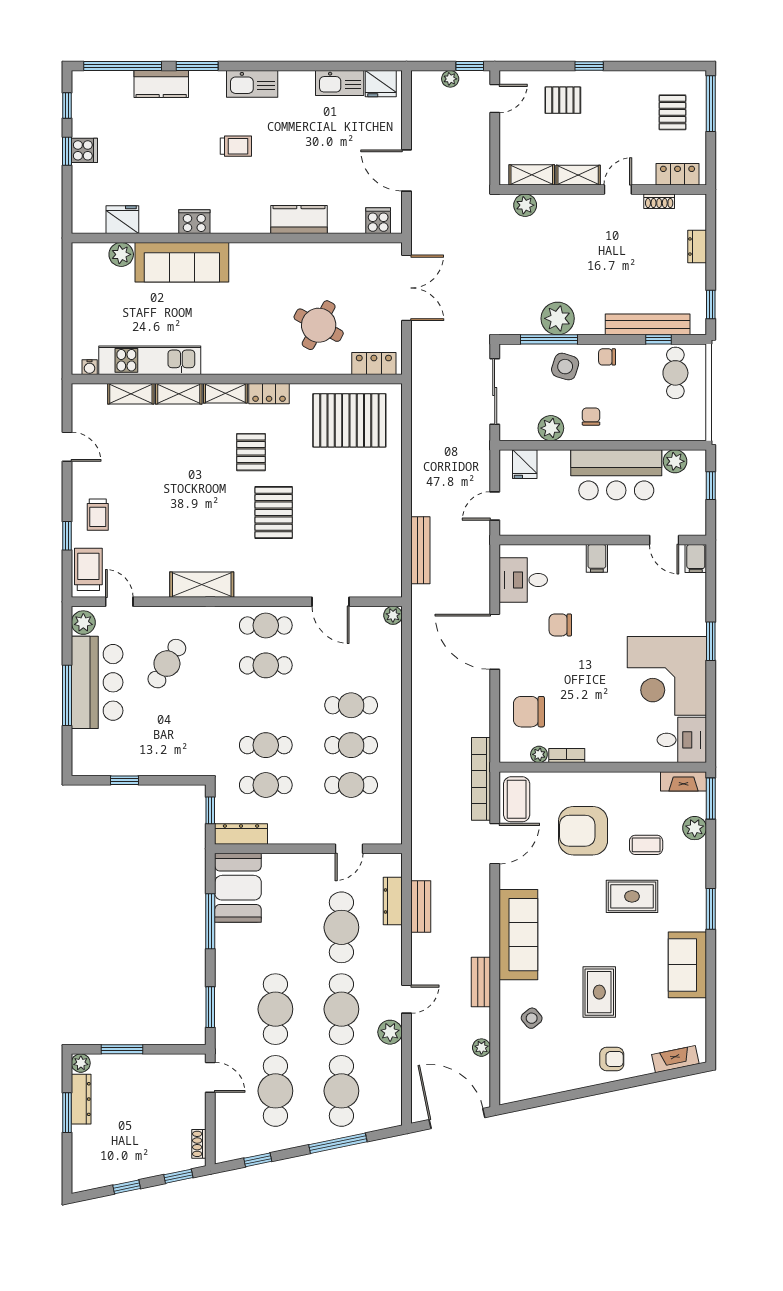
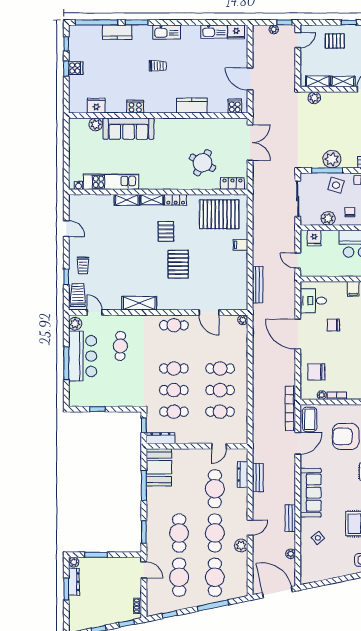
shelving: (131, 394) -> (101, 200), removed
filing cabinet: (389, 477) -> (240, 245), added
door: (495, 506) -> (298, 261), hinge flipped
cafe table: (167, 664) -> (120, 346), turned -30
cafe table: (266, 665) -> (174, 368), moved

